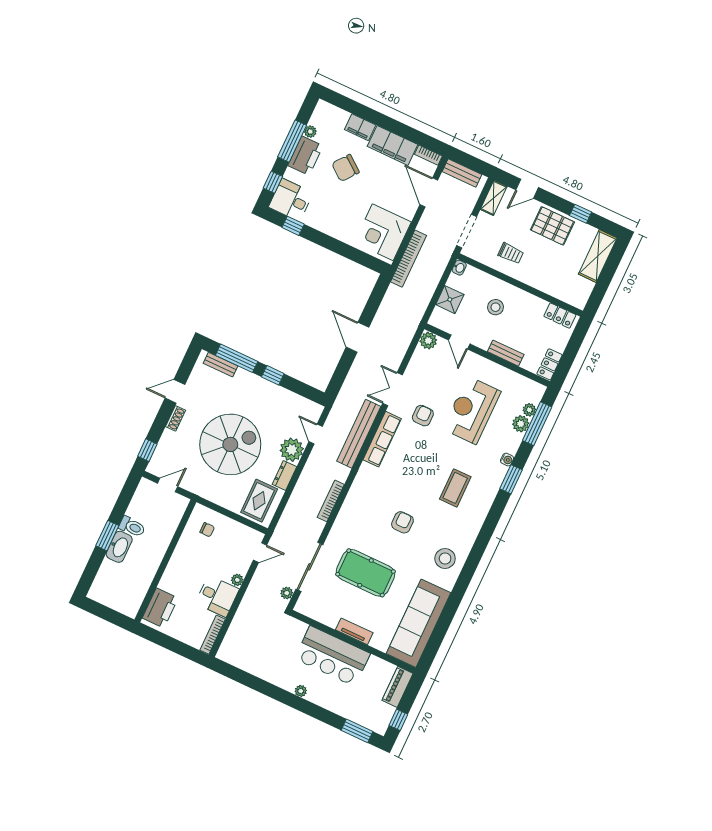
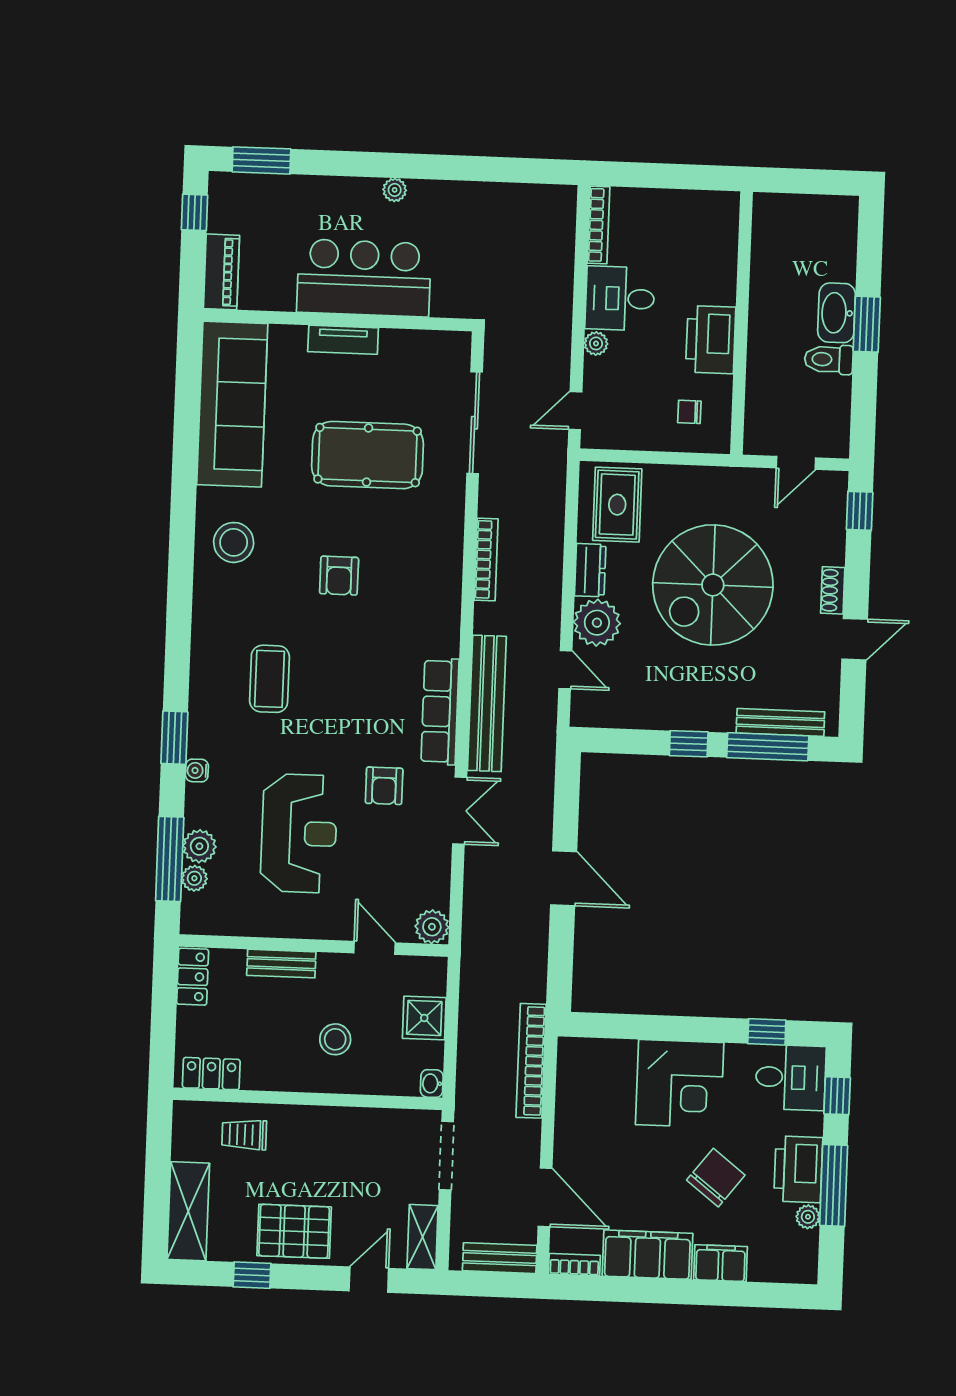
corner desk: (383, 232) -> (680, 1084), moved, turned 90
trolley: (511, 253) -> (244, 1135), moved
bench: (221, 365) -> (780, 722), width x1.36
plant: (287, 593) -> (496, 358), removed
printer: (160, 608) -> (711, 340), moved

